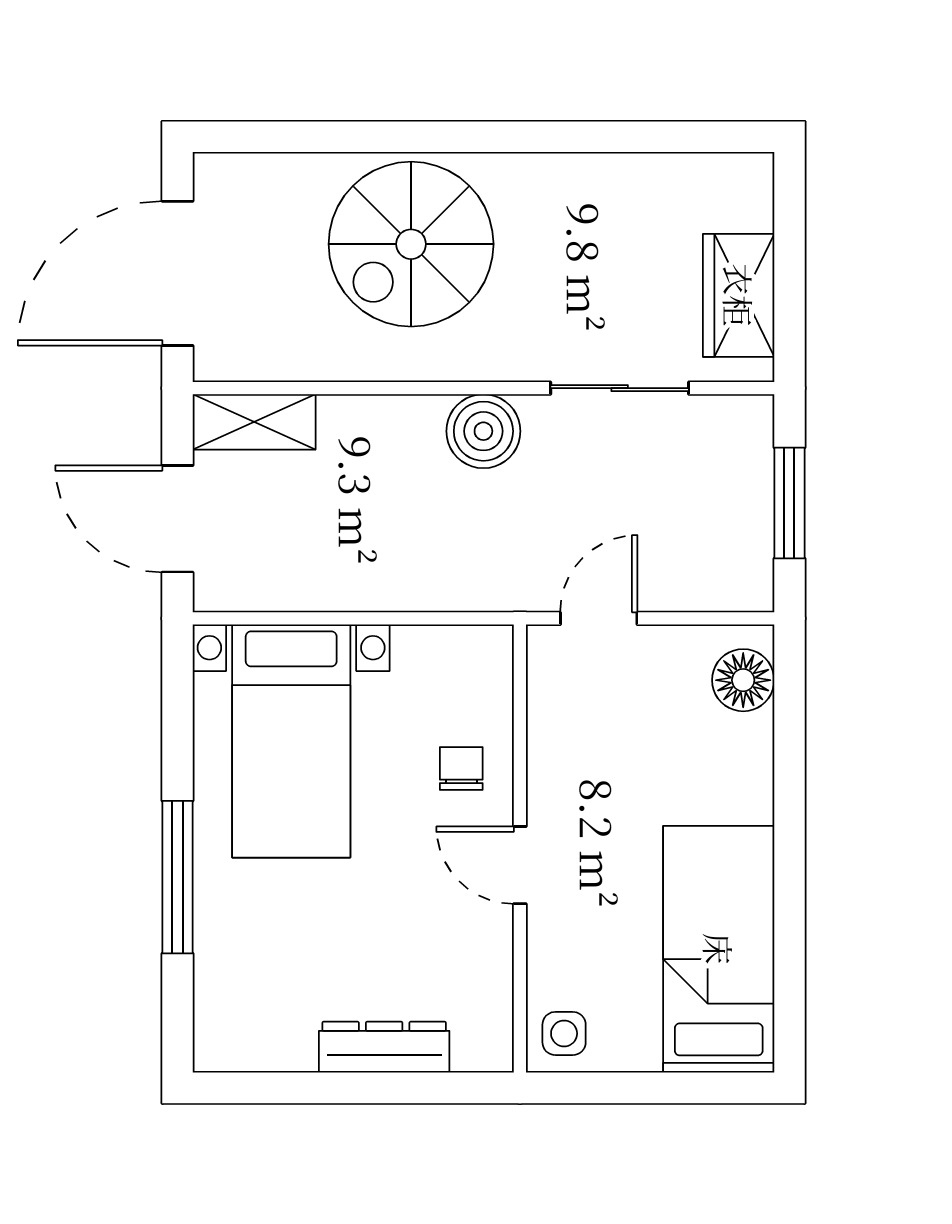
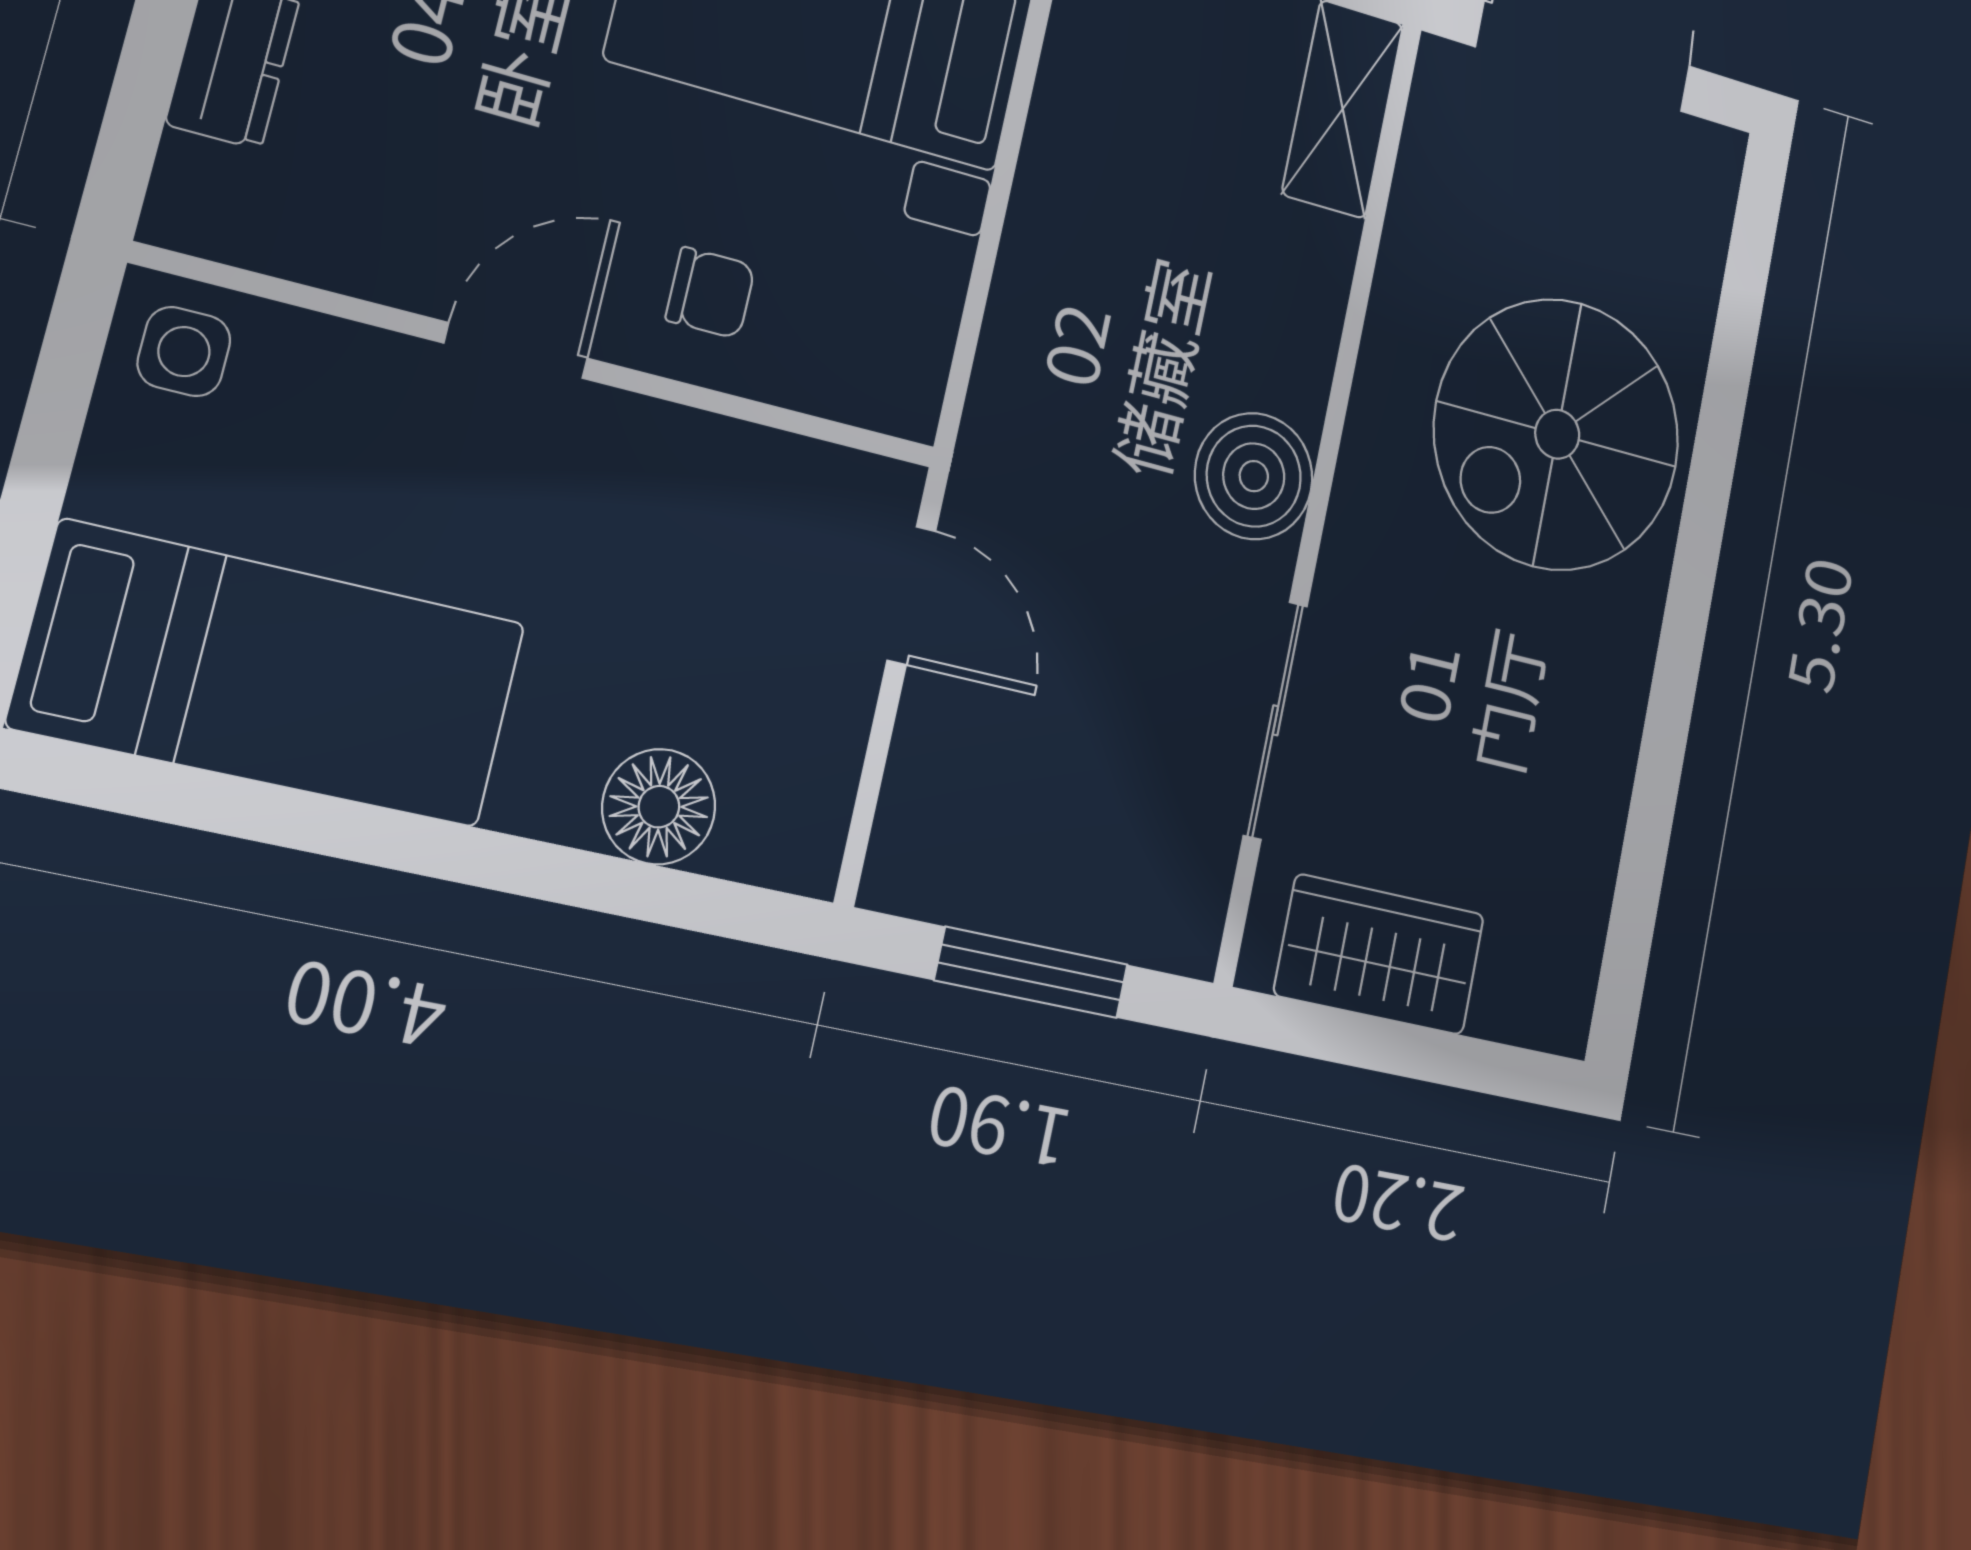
spiral stairs: (411, 244) -> (1557, 434), turned -90
floor lamp: (743, 680) -> (659, 807), moved

